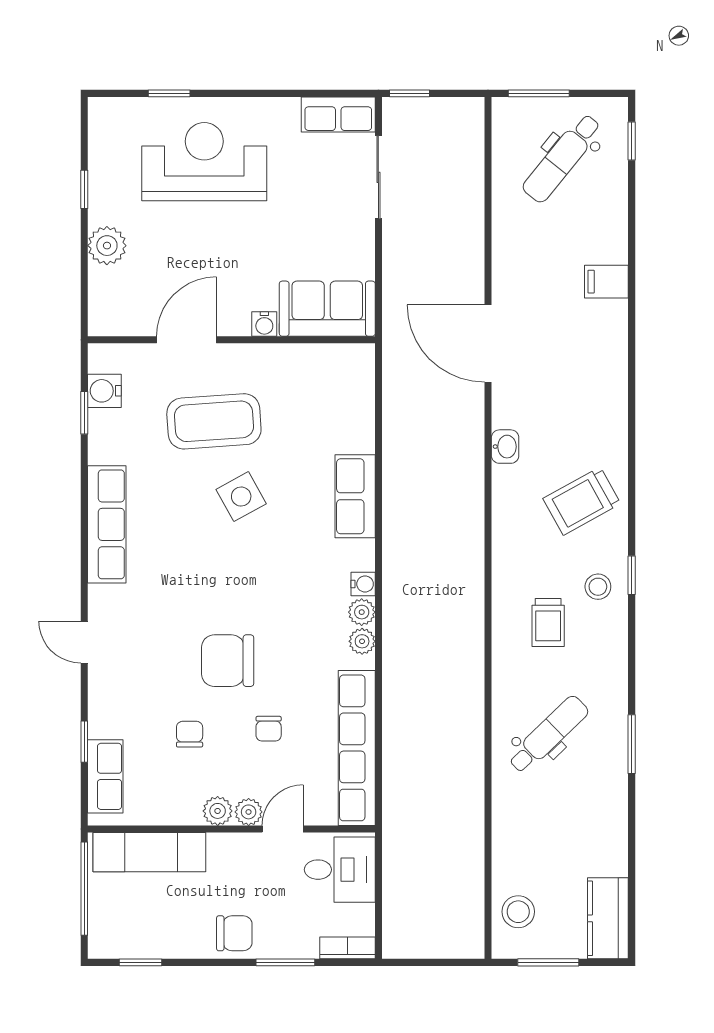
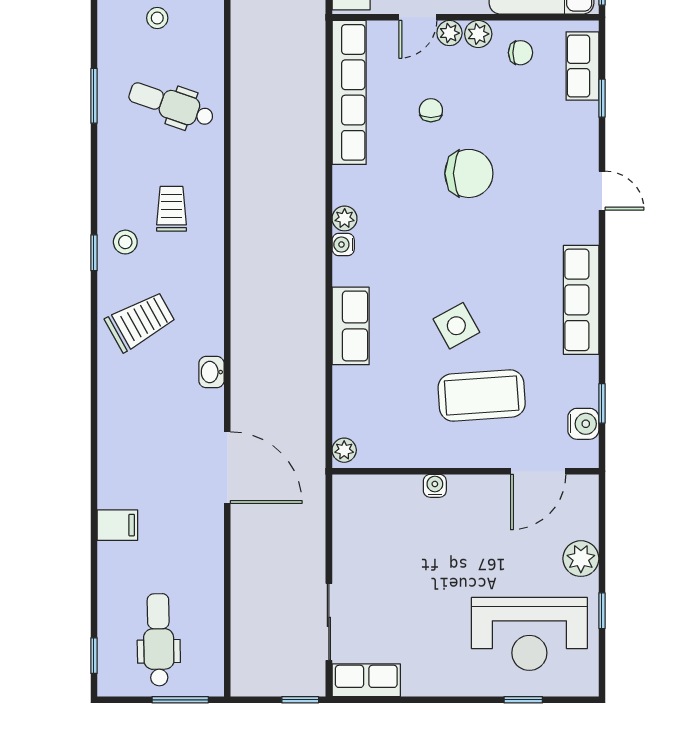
dental chair: (562, 158) -> (159, 640), turned -40
reception desk: (204, 162) -> (529, 634), moved
sofa: (327, 309) -> (376, 500), removed
door: (186, 340) -> (538, 471), moved
plant: (362, 641) -> (344, 450), moved
chair: (190, 734) -> (521, 53), moved, turned -90
dental chair: (548, 735) -> (171, 105), turned 63
stool: (564, 828) -> (157, 18), added

